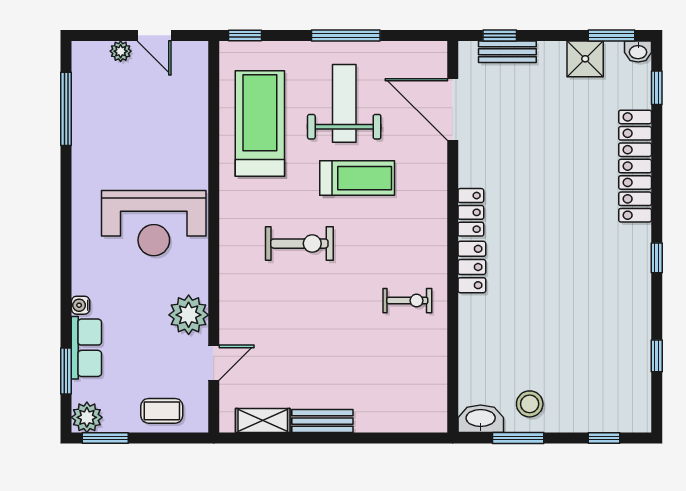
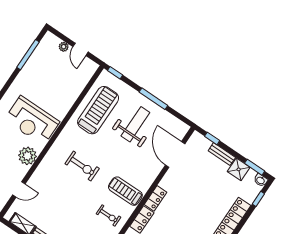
bench: (507, 52) -> (222, 154), moved
treadmill: (357, 178) -> (125, 191), moved, turned 180
plant: (189, 315) -> (27, 156), moved

